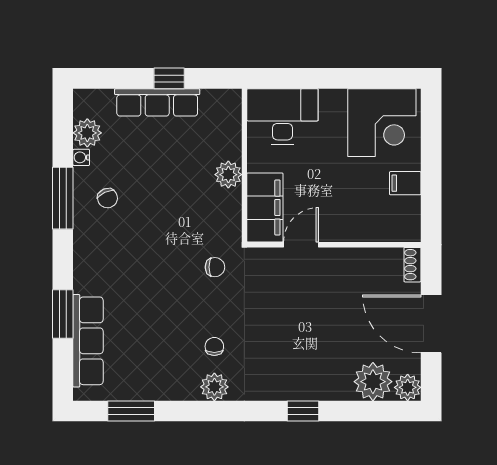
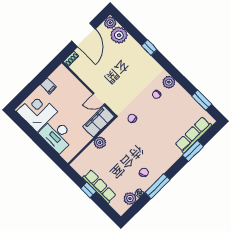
desk: (282, 117) -> (57, 135), moved

